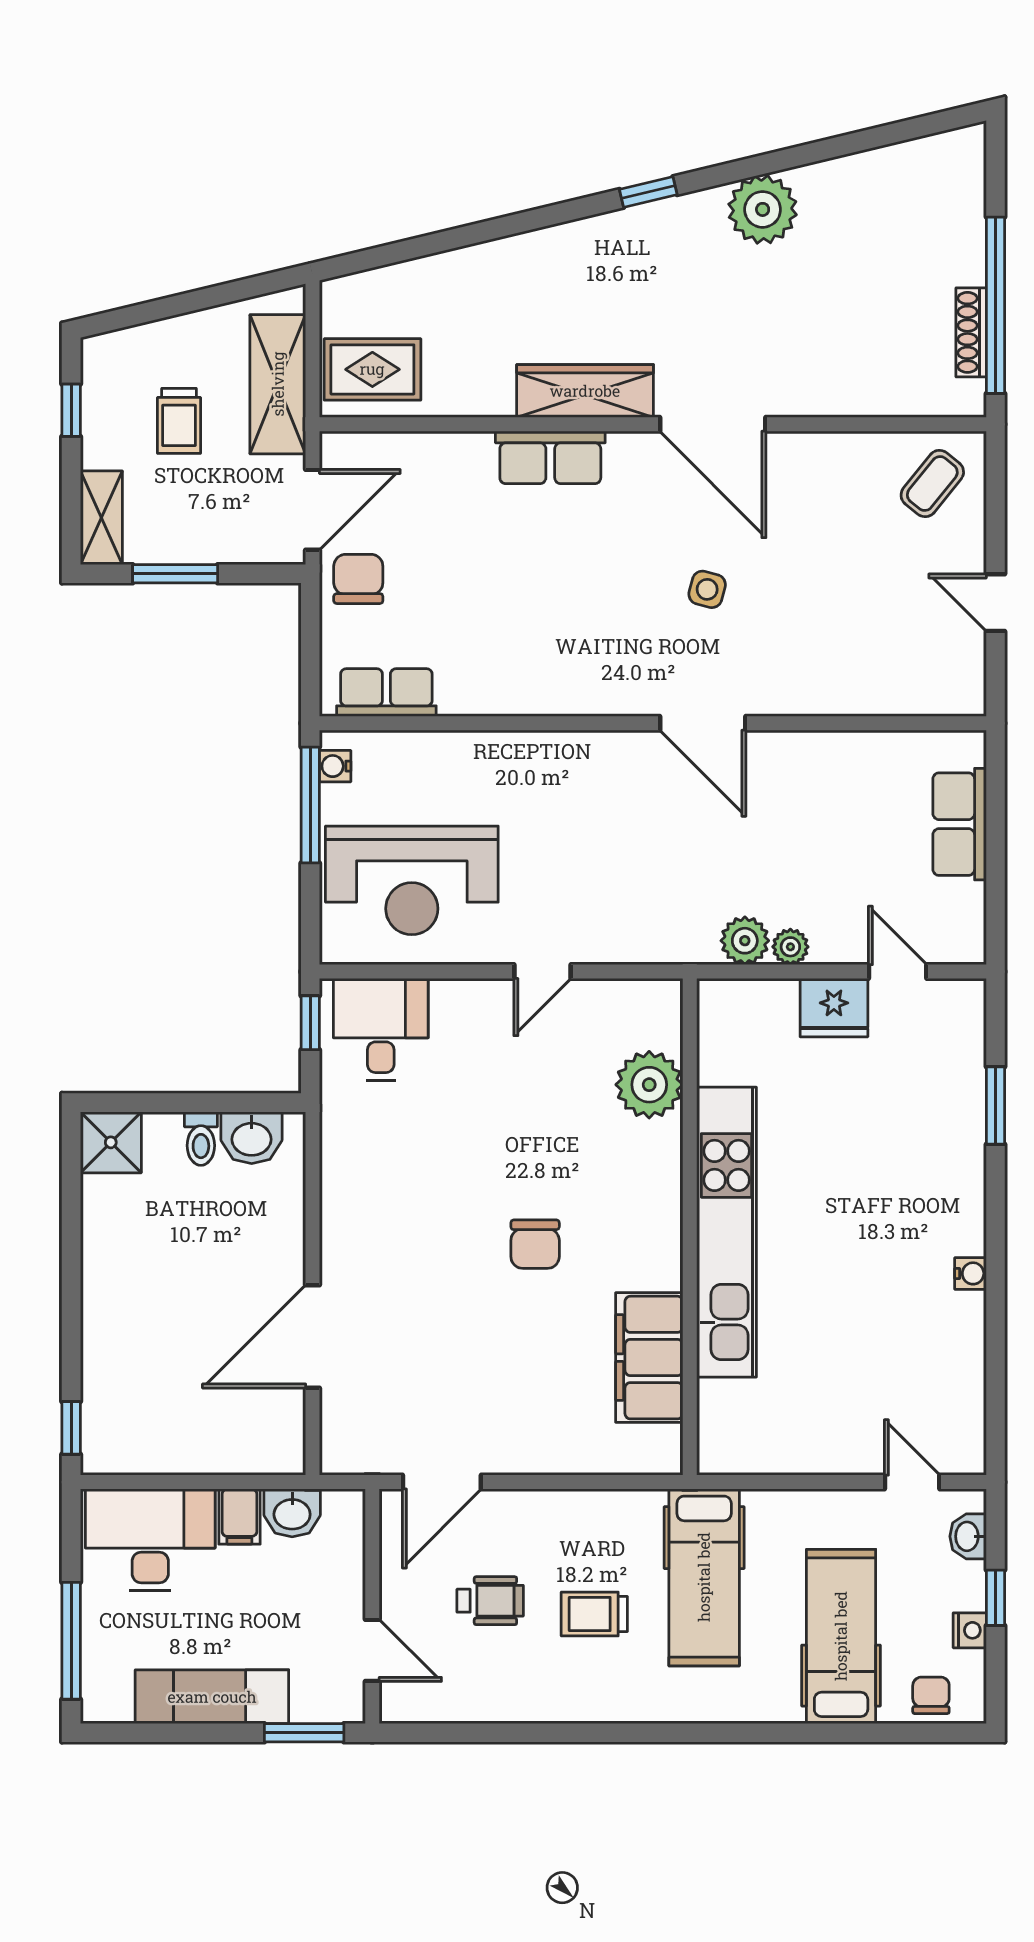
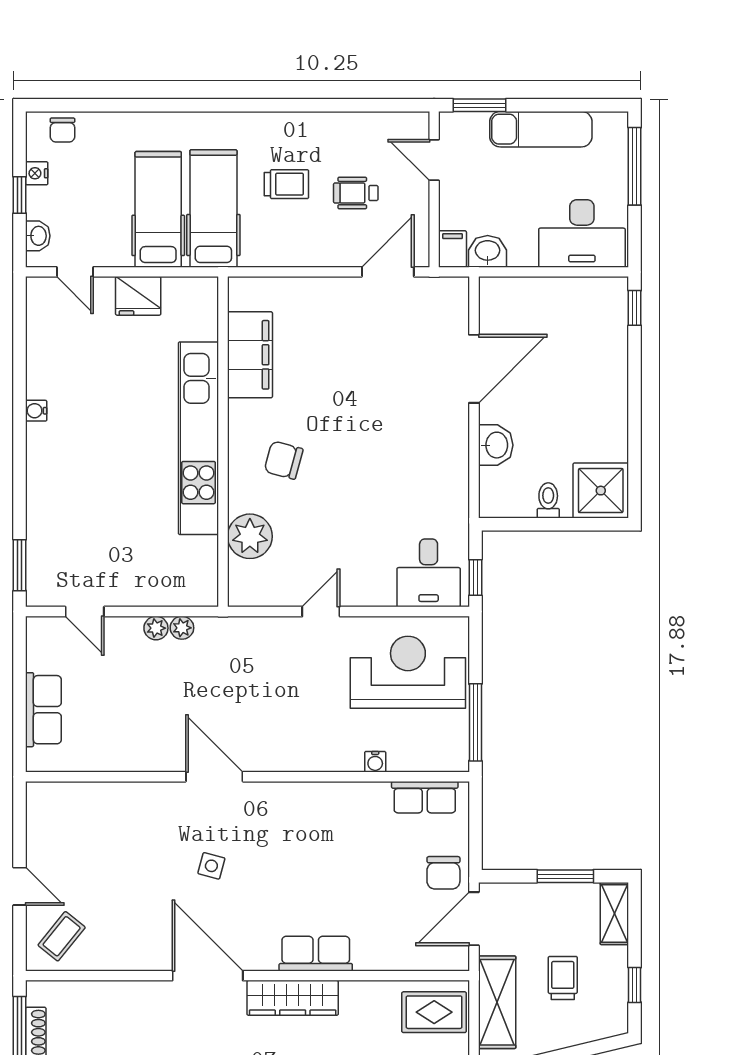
door: (995, 603) -> (20, 886), moved
water cooler: (335, 766) -> (375, 762), moved, turned 90
plant: (745, 941) -> (182, 628), width x0.73, depth x0.73
fridge: (834, 1008) -> (138, 296), moved, turned 180
window: (995, 1106) -> (20, 565), moved
washbasin: (252, 1138) -> (496, 445), moved, turned 90
shower: (111, 1142) -> (601, 491), width x1.36, depth x1.36
chair: (535, 1244) -> (284, 460), moved, turned -75
filing cabinet: (239, 1517) -> (452, 249), moved
hospital bed: (841, 1636) -> (158, 209), moved, turned 180

